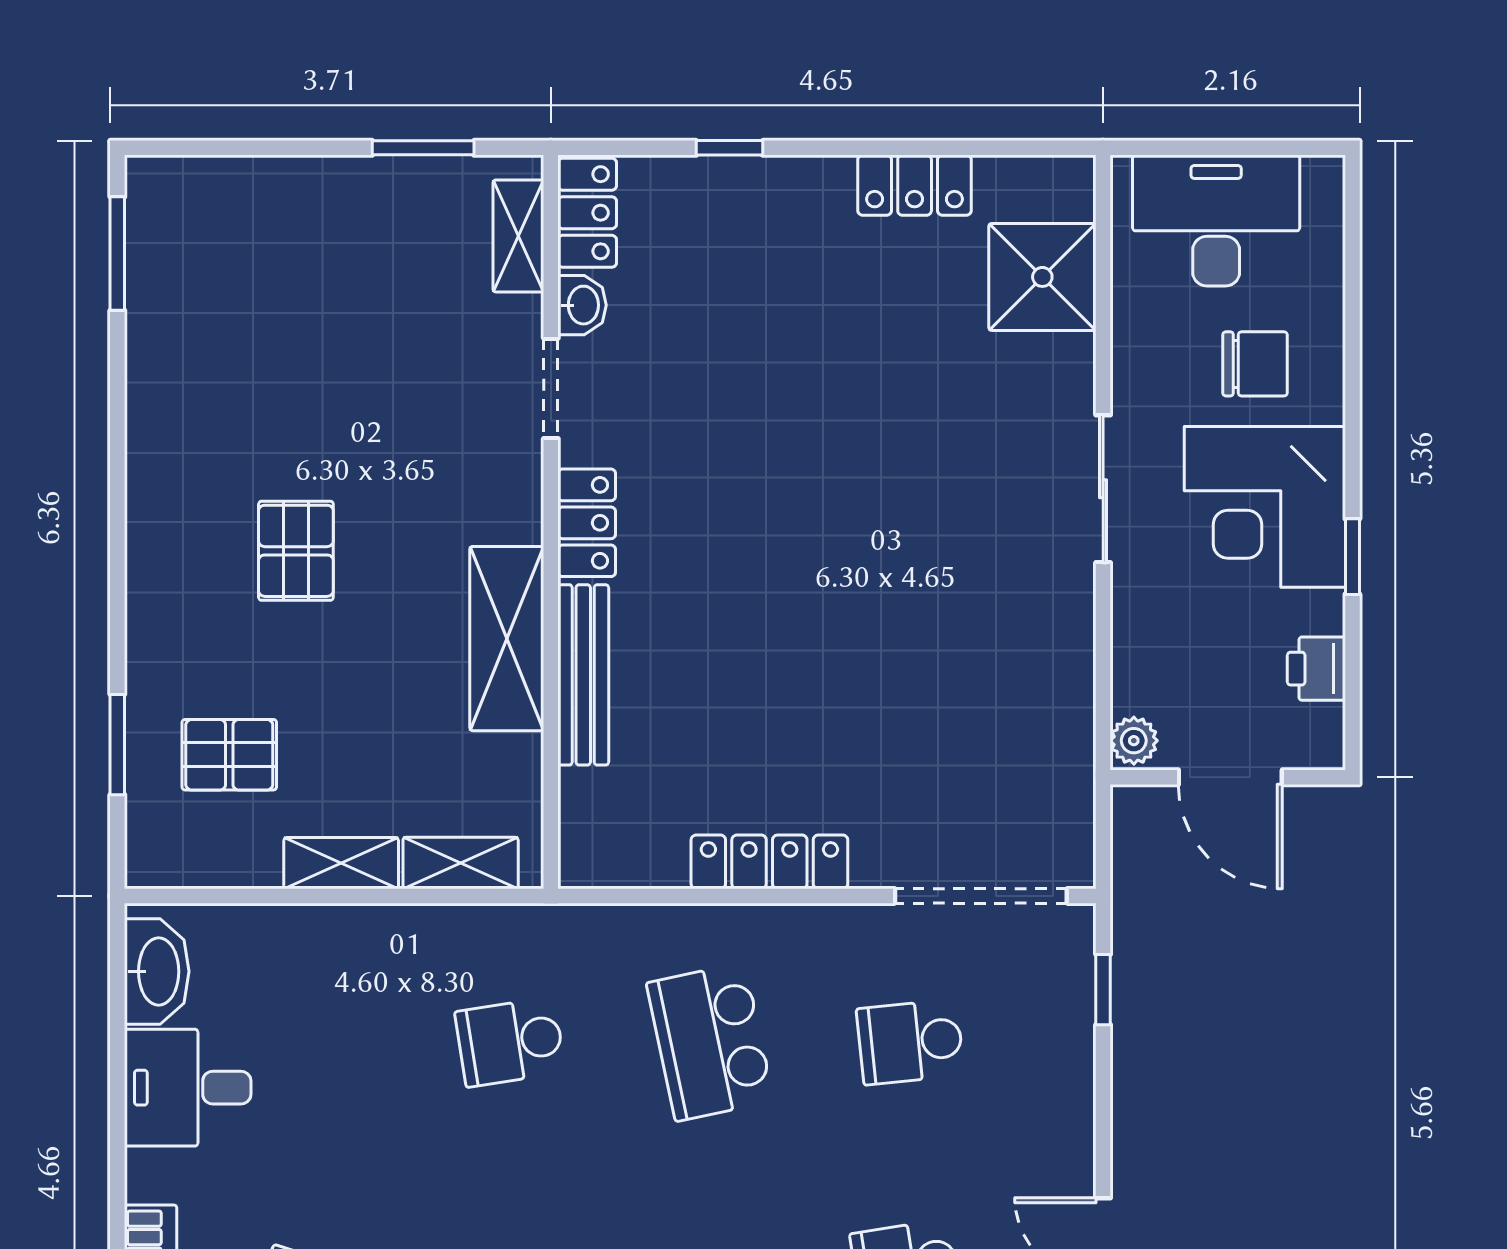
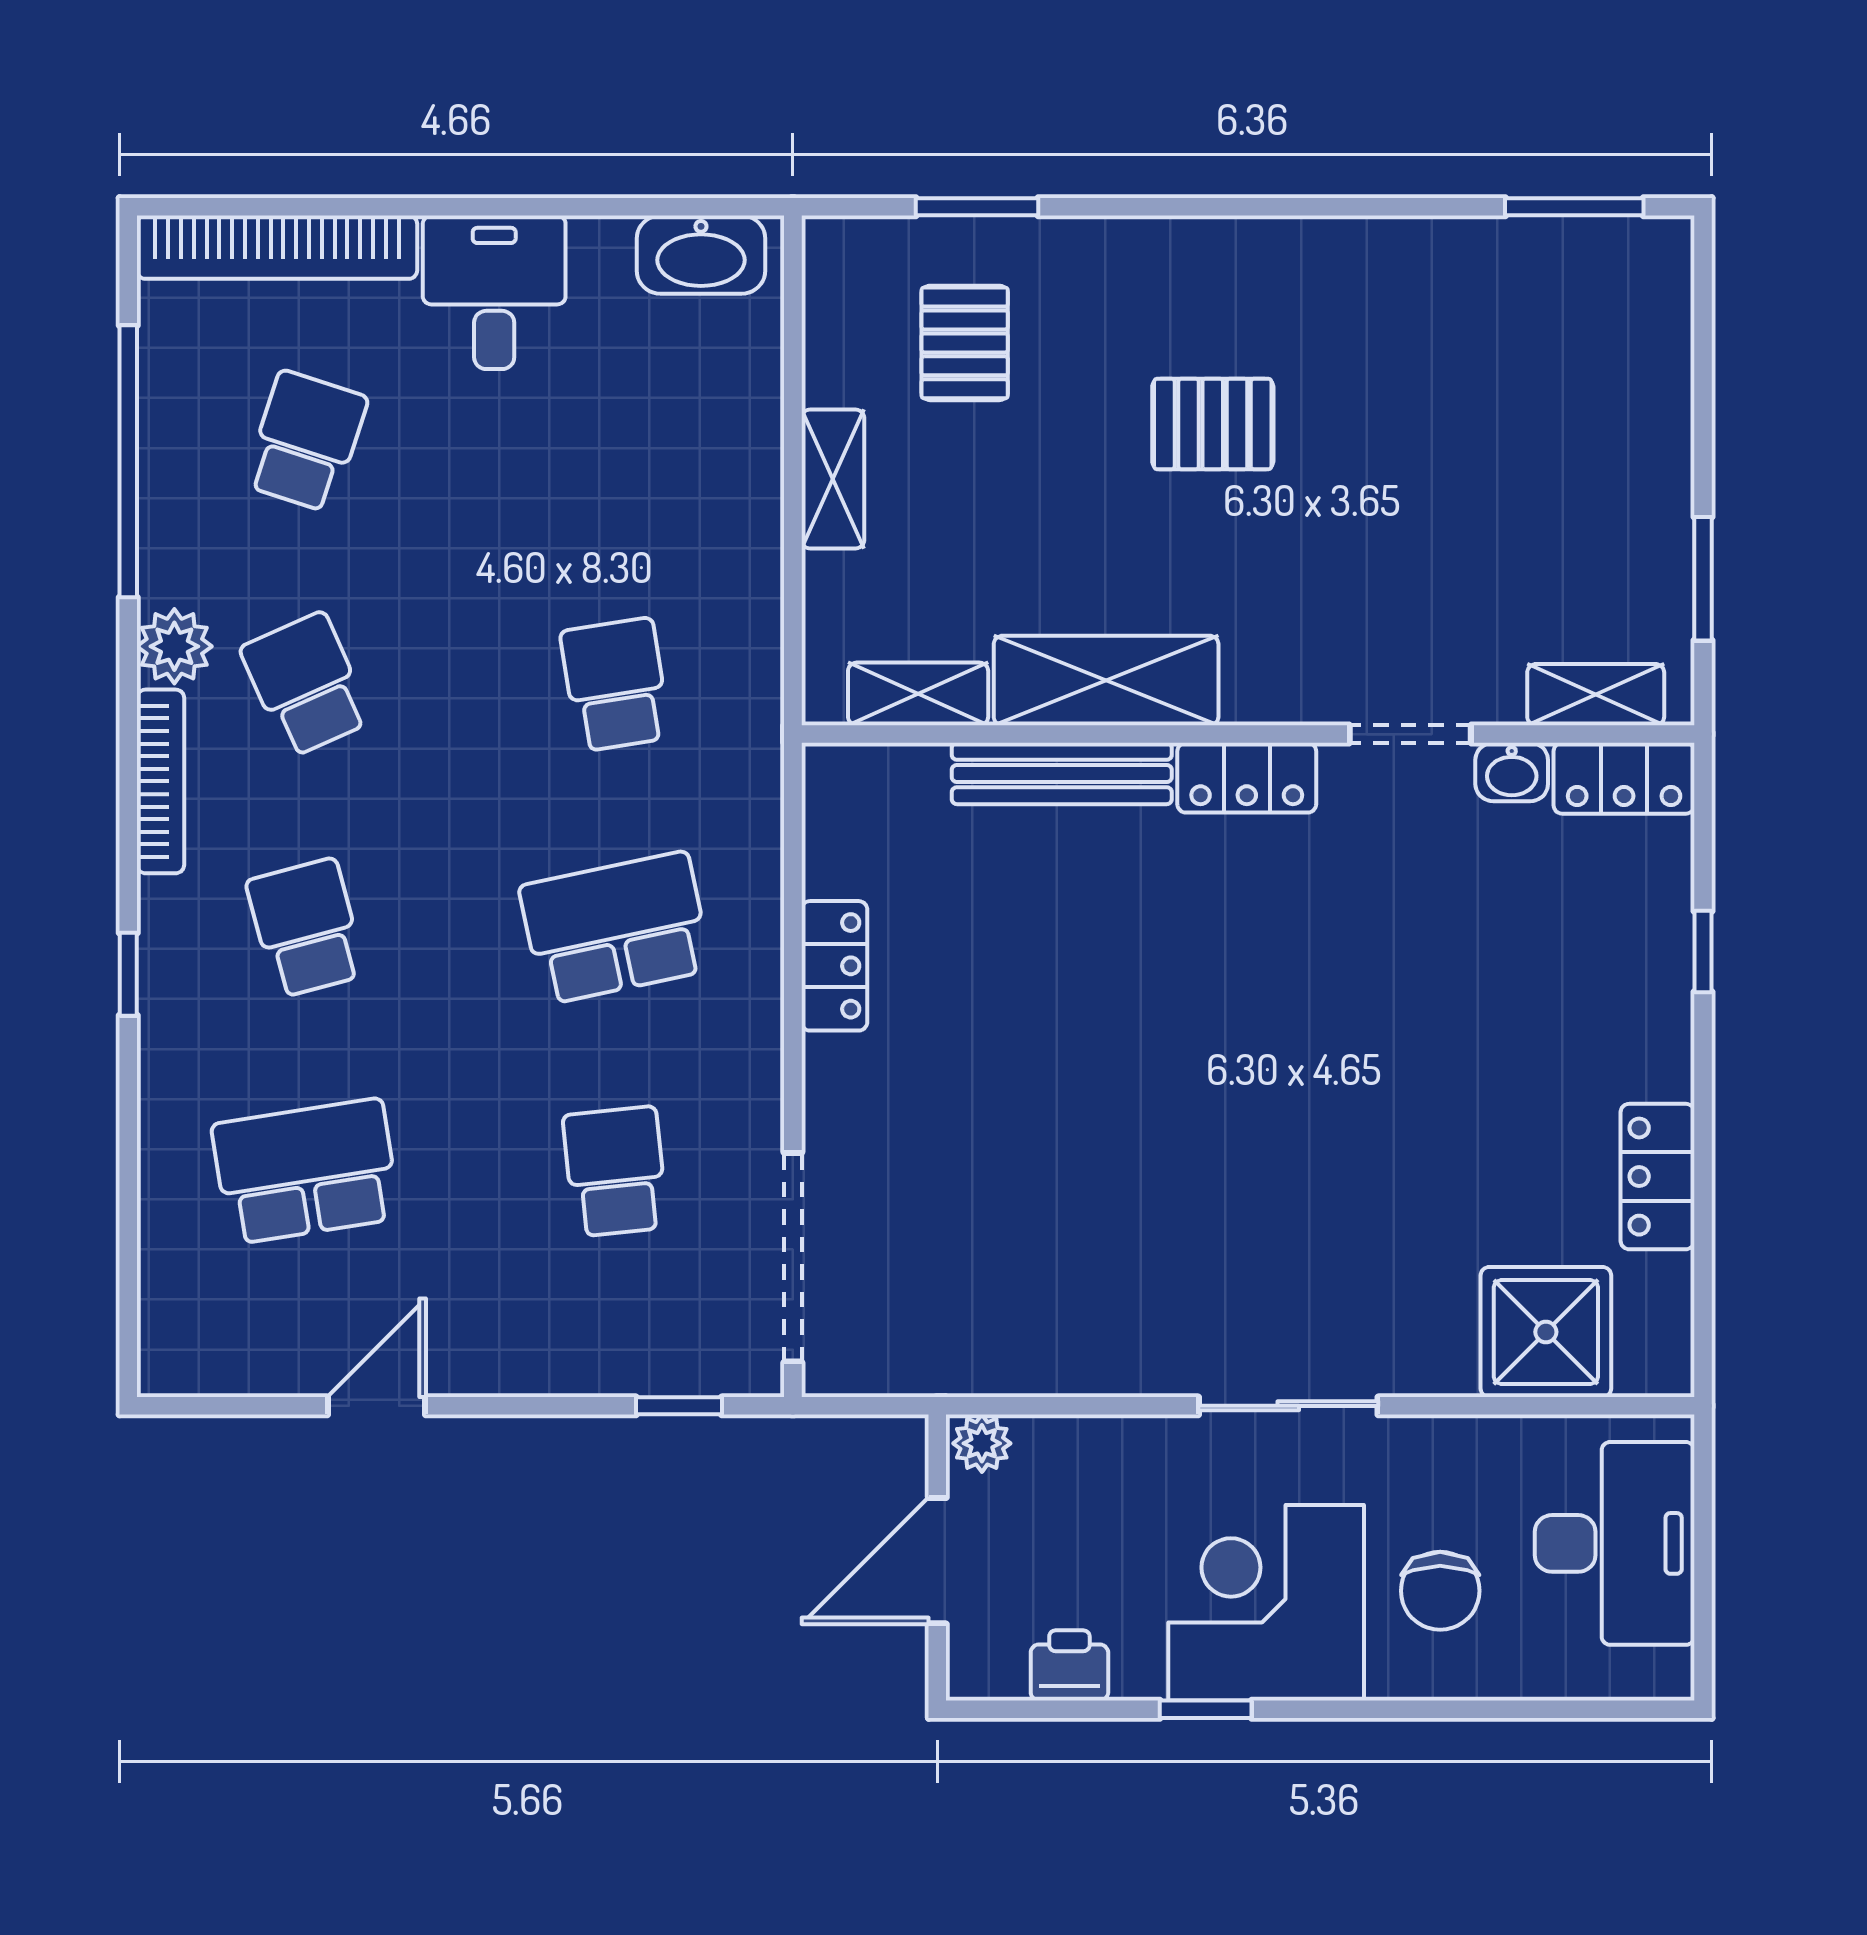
locker: (769, 862) -> (834, 966), width x0.66
shelving: (461, 863) -> (918, 694), moved, turned 90
desk: (188, 1088) -> (494, 292), moved

